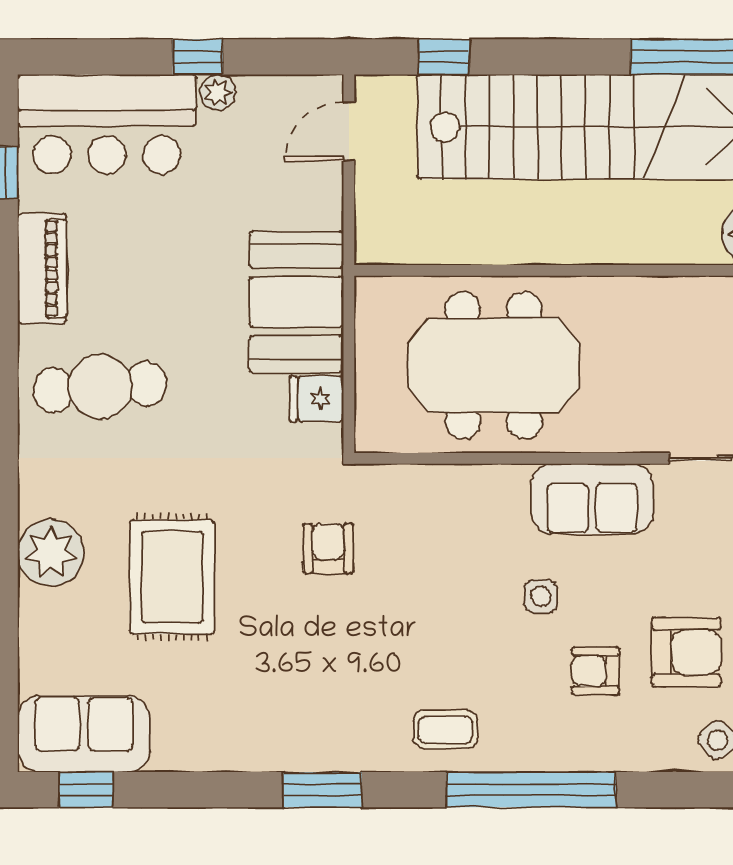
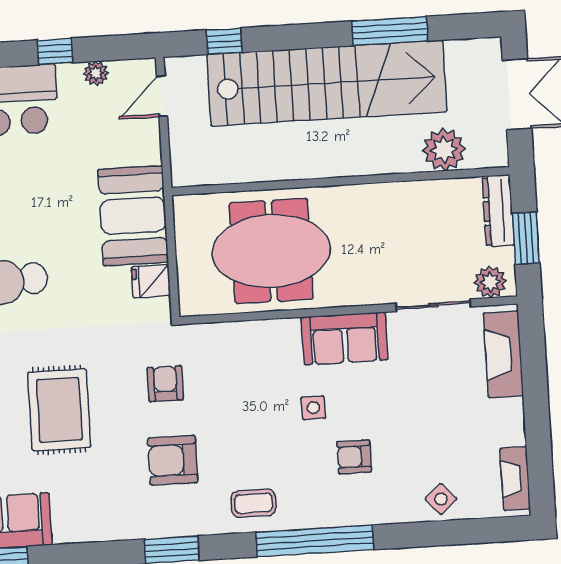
plant: (218, 92) -> (96, 73), moved
armchair: (686, 652) -> (173, 460), moved, turned 180

